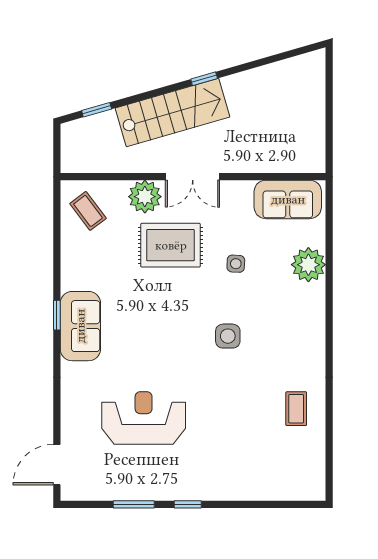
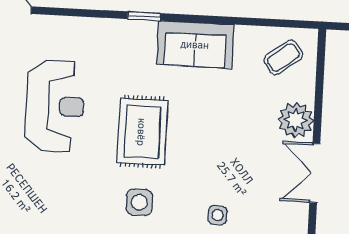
rug: (171, 245) -> (142, 132), moved
window: (57, 315) -> (144, 16), moved
sofa: (80, 326) -> (195, 44), moved

